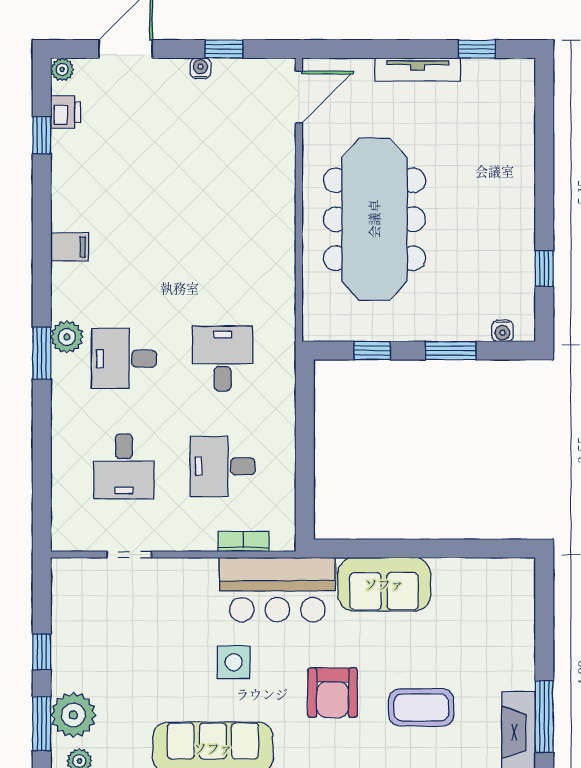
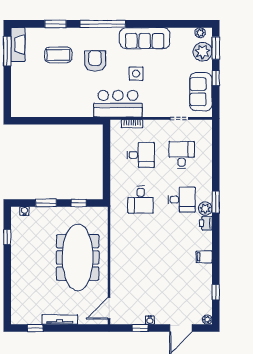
printer: (66, 112) -> (206, 223), moved
filing cabinet: (70, 247) -> (204, 257), moved
sofa: (384, 584) -> (201, 92), moved, turned -90

